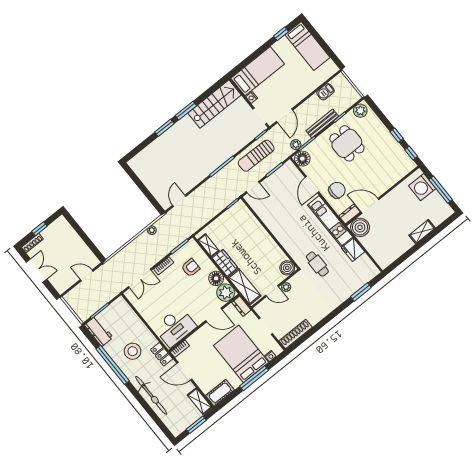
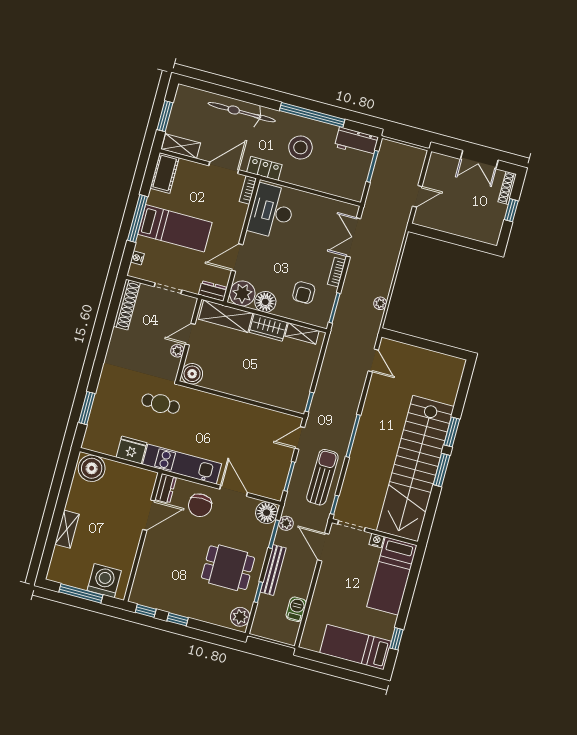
stairs: (215, 104) -> (415, 469), width x1.86, depth x1.51
boiler: (360, 227) -> (92, 468), moved
bed: (241, 354) -> (175, 228), width x0.67

